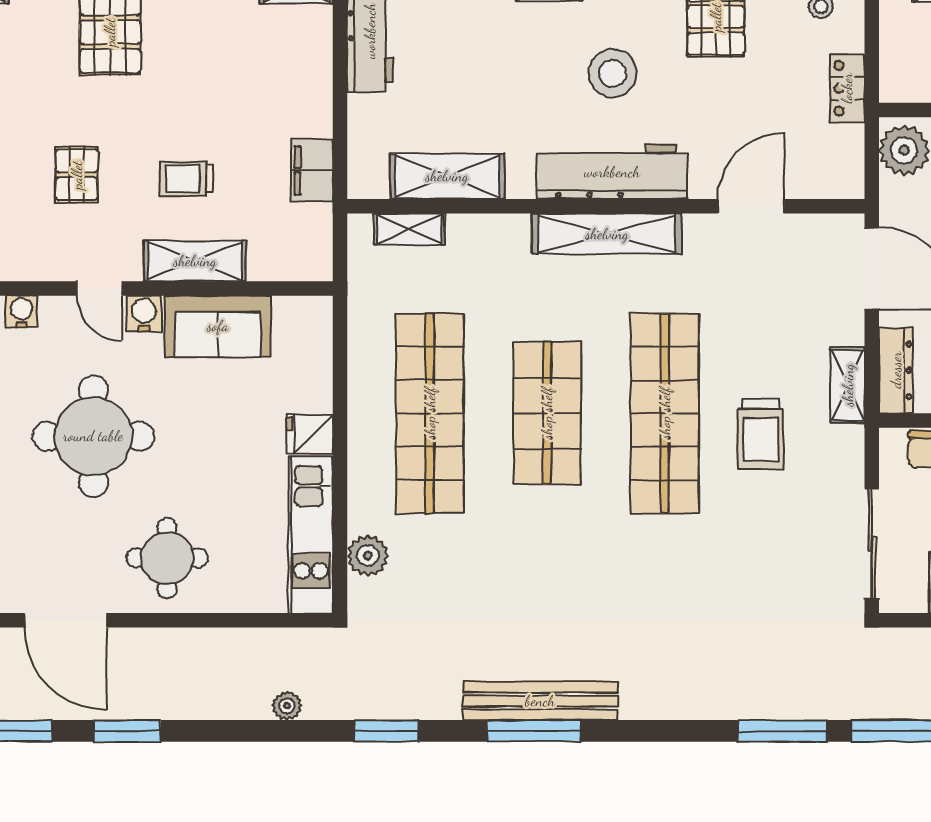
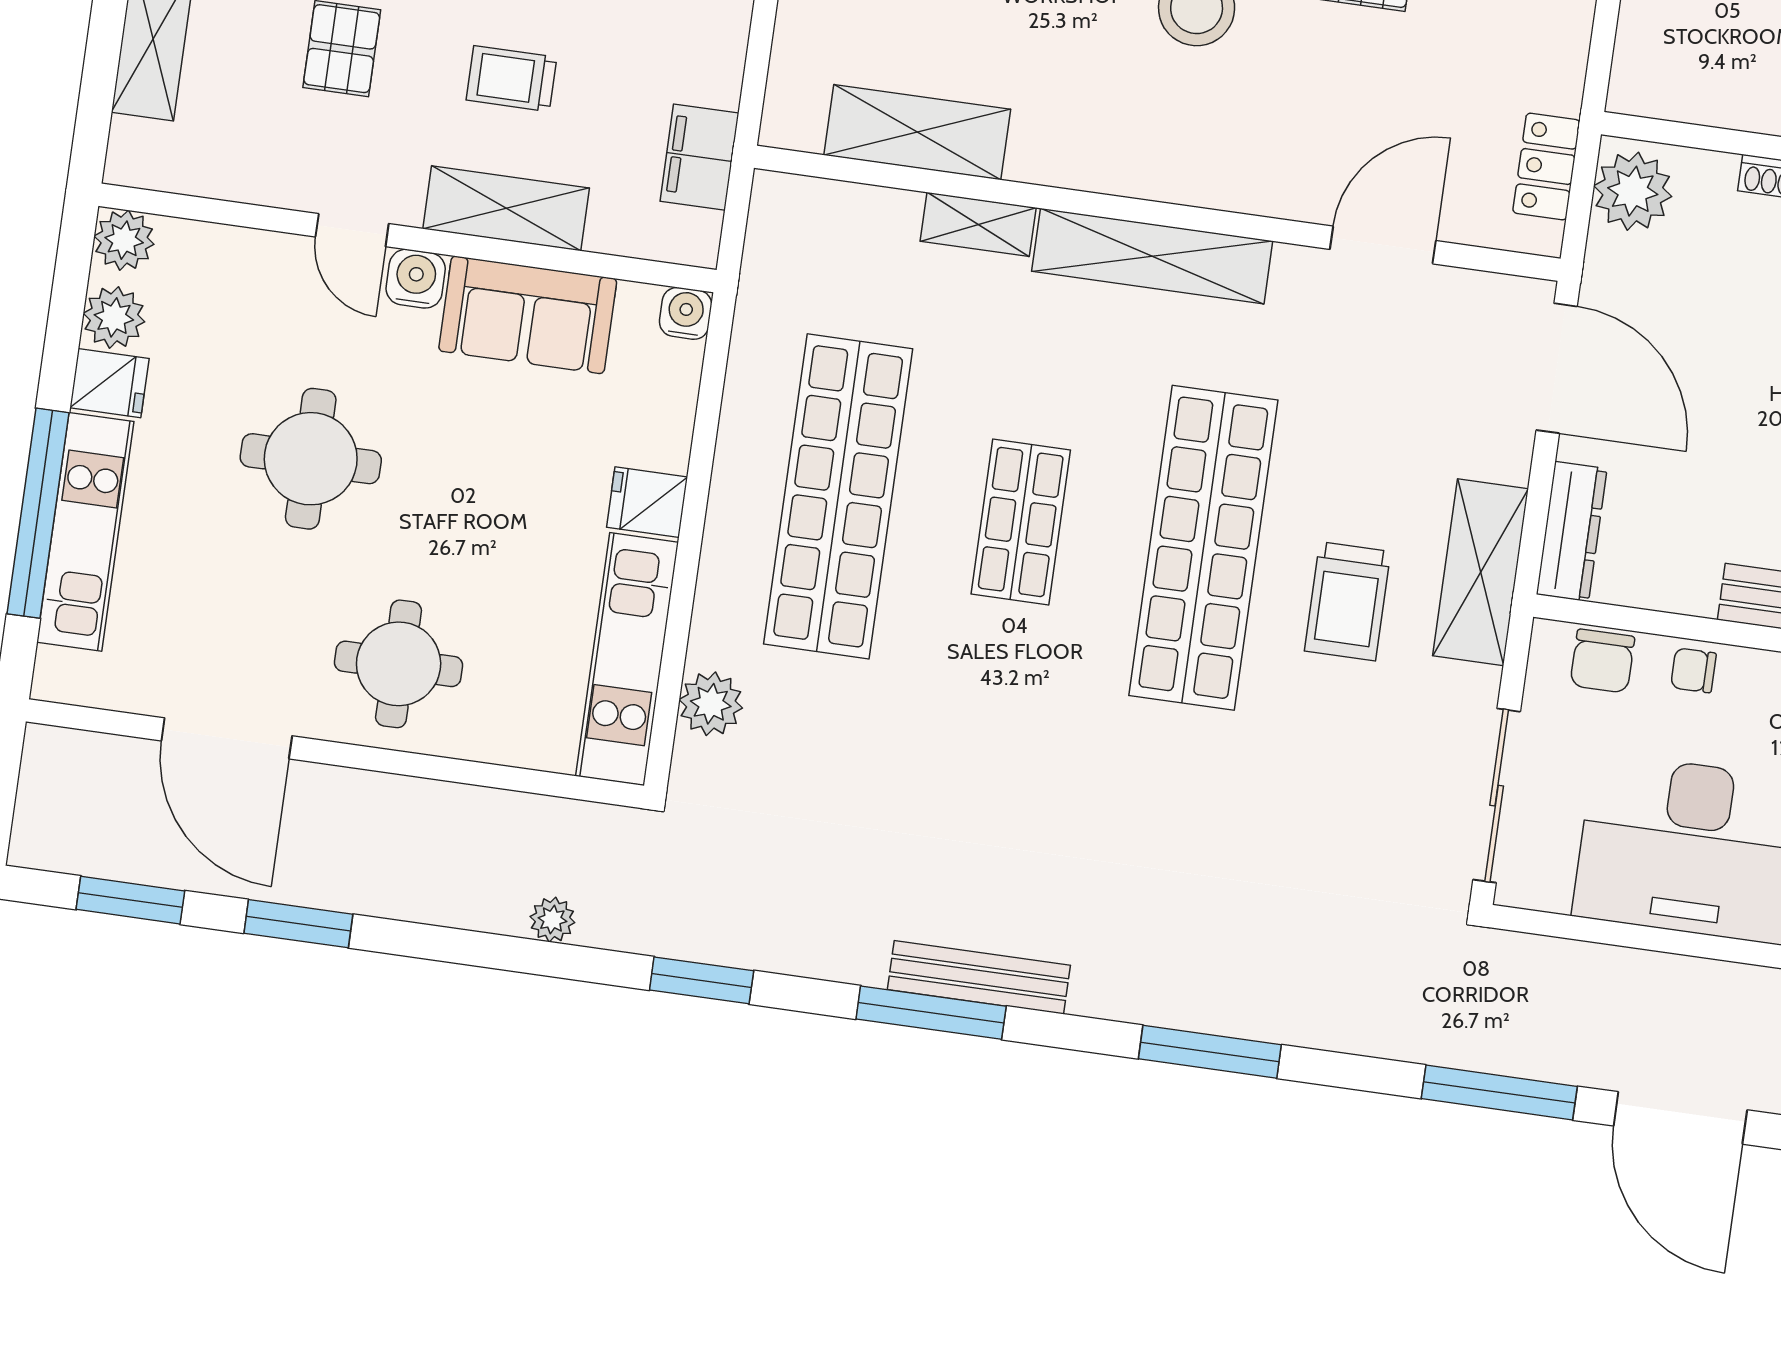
locker: (847, 88) -> (1546, 167), moved
filing cabinet: (312, 170) -> (699, 157), moved
workbench: (612, 172) -> (1174, 161), removed
shelving: (409, 229) -> (978, 224), moved
water cooler: (22, 311) -> (686, 313), moved
shelving: (848, 385) -> (1481, 572), width x1.50, depth x1.33
shop shelf: (547, 413) -> (1021, 522), width x0.70, depth x0.74
round table: (93, 436) -> (311, 459), width x0.73, depth x0.73
bench: (540, 701) -> (979, 977), width x0.73, depth x0.82
window: (782, 731) -> (1210, 1052), moved

